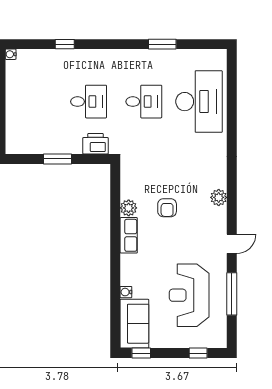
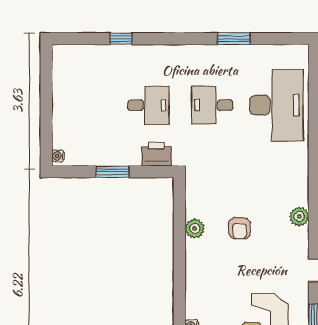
water cooler: (11, 54) -> (58, 156), moved
desk: (144, 102) -> (212, 105), turned 180
row of seats: (129, 235) -> (195, 260), removed

